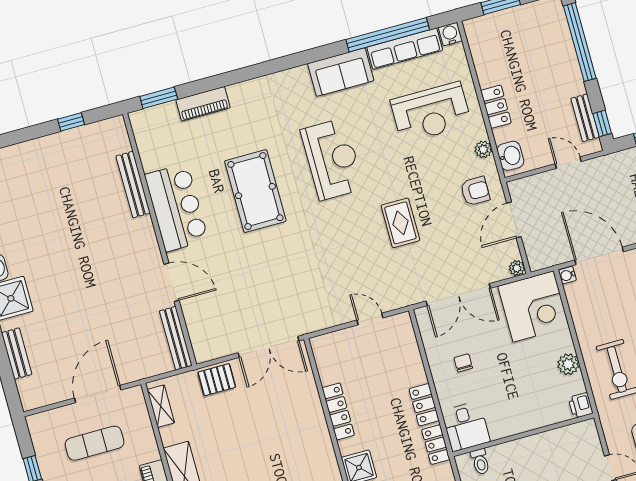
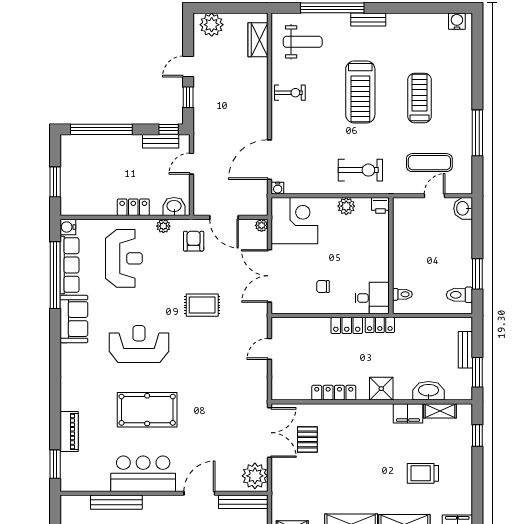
double door: (458, 295) -> (270, 276), swing flipped
plant: (211, 344) -> (255, 476), added
pallet: (217, 380) -> (307, 440), moved

